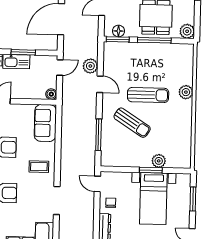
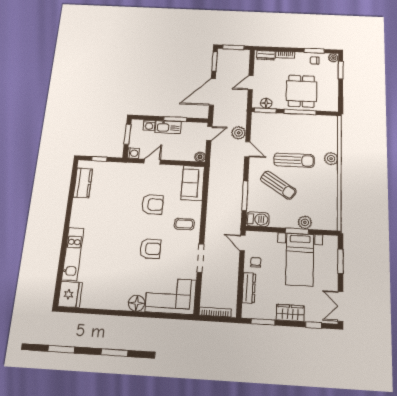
plant: (187, 31) -> (331, 105), removed
barbecue: (112, 159) -> (258, 219), added

